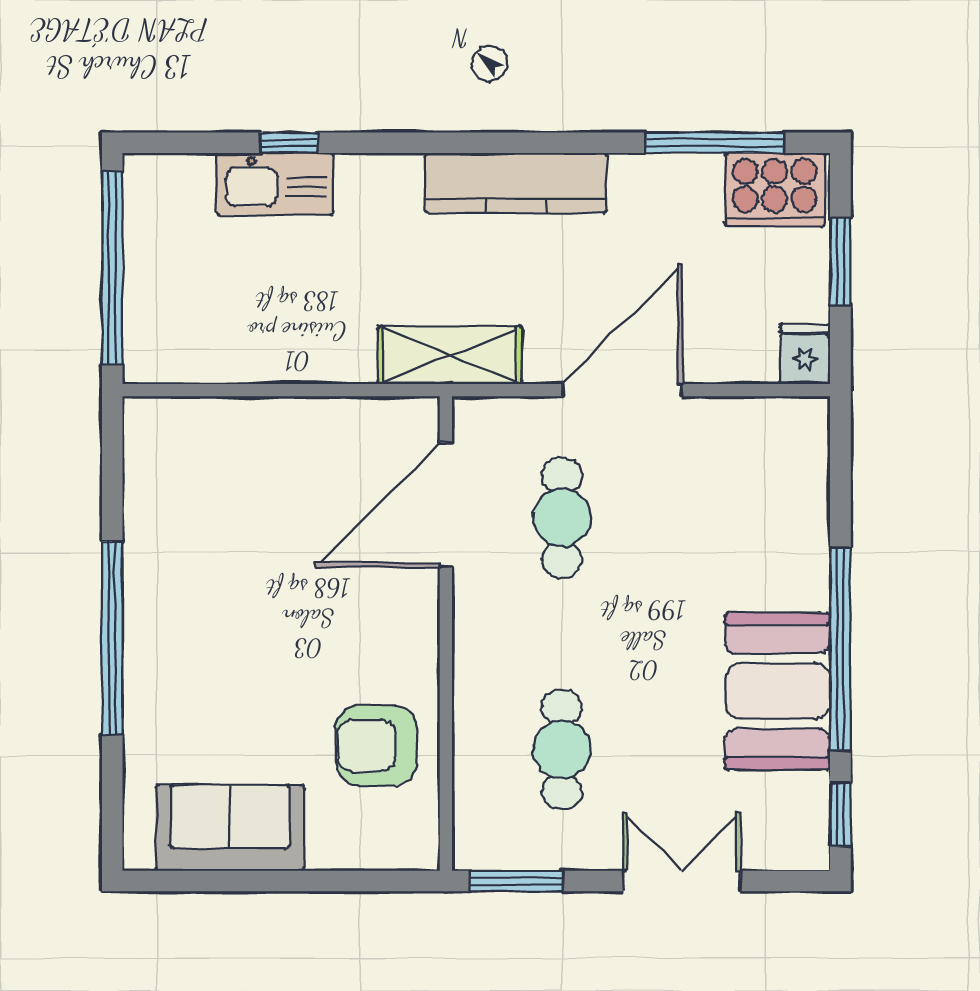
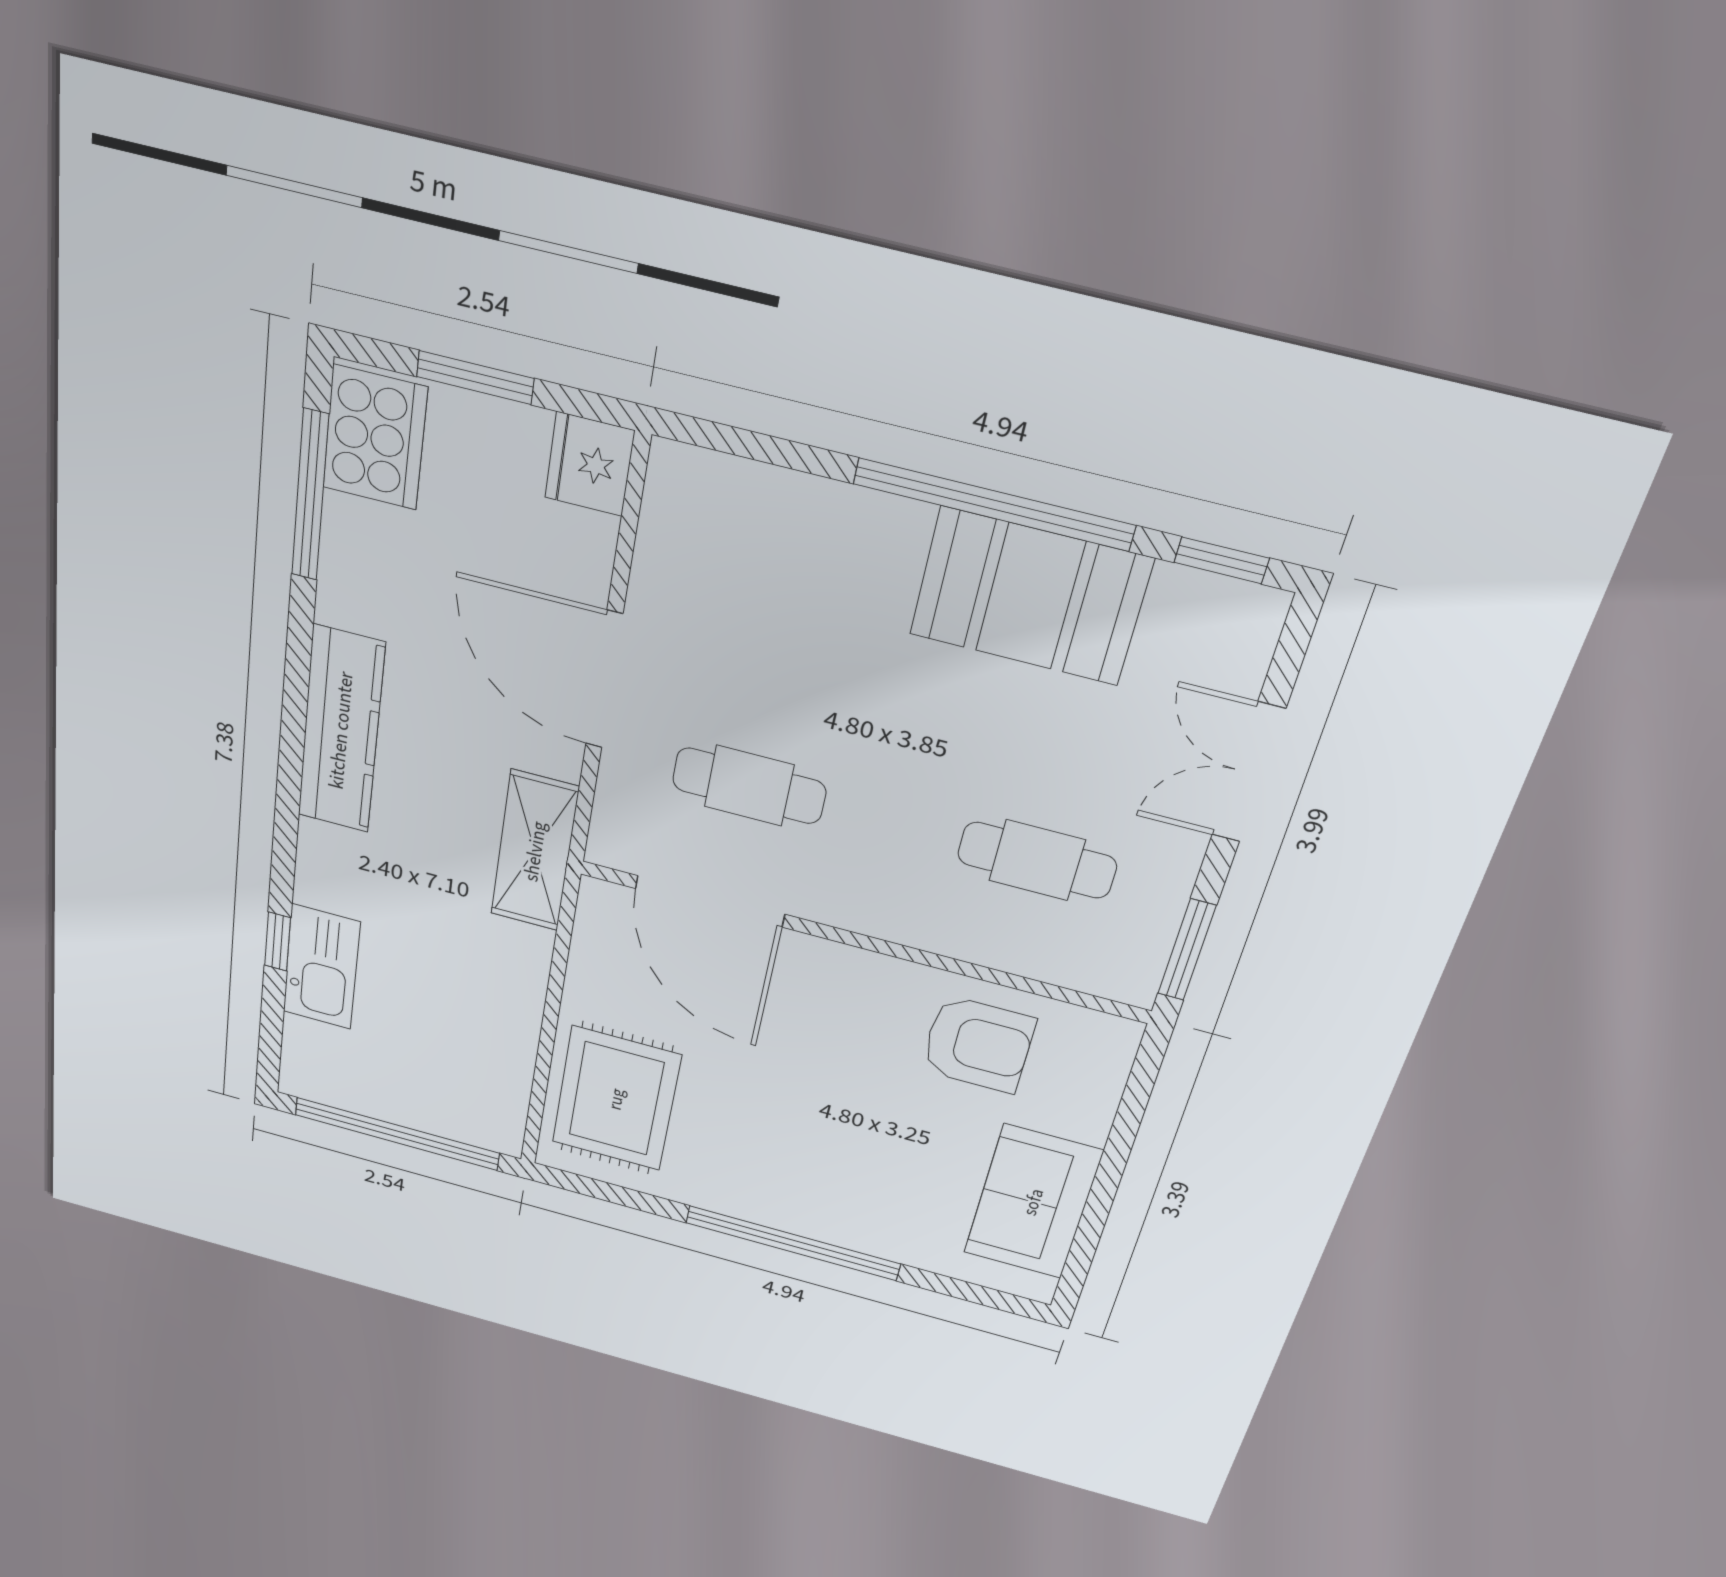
fridge: (805, 354) -> (590, 464), width x1.38
rug: (219, 459) -> (616, 1099), added
armchair: (376, 746) -> (978, 1044), turned -90

